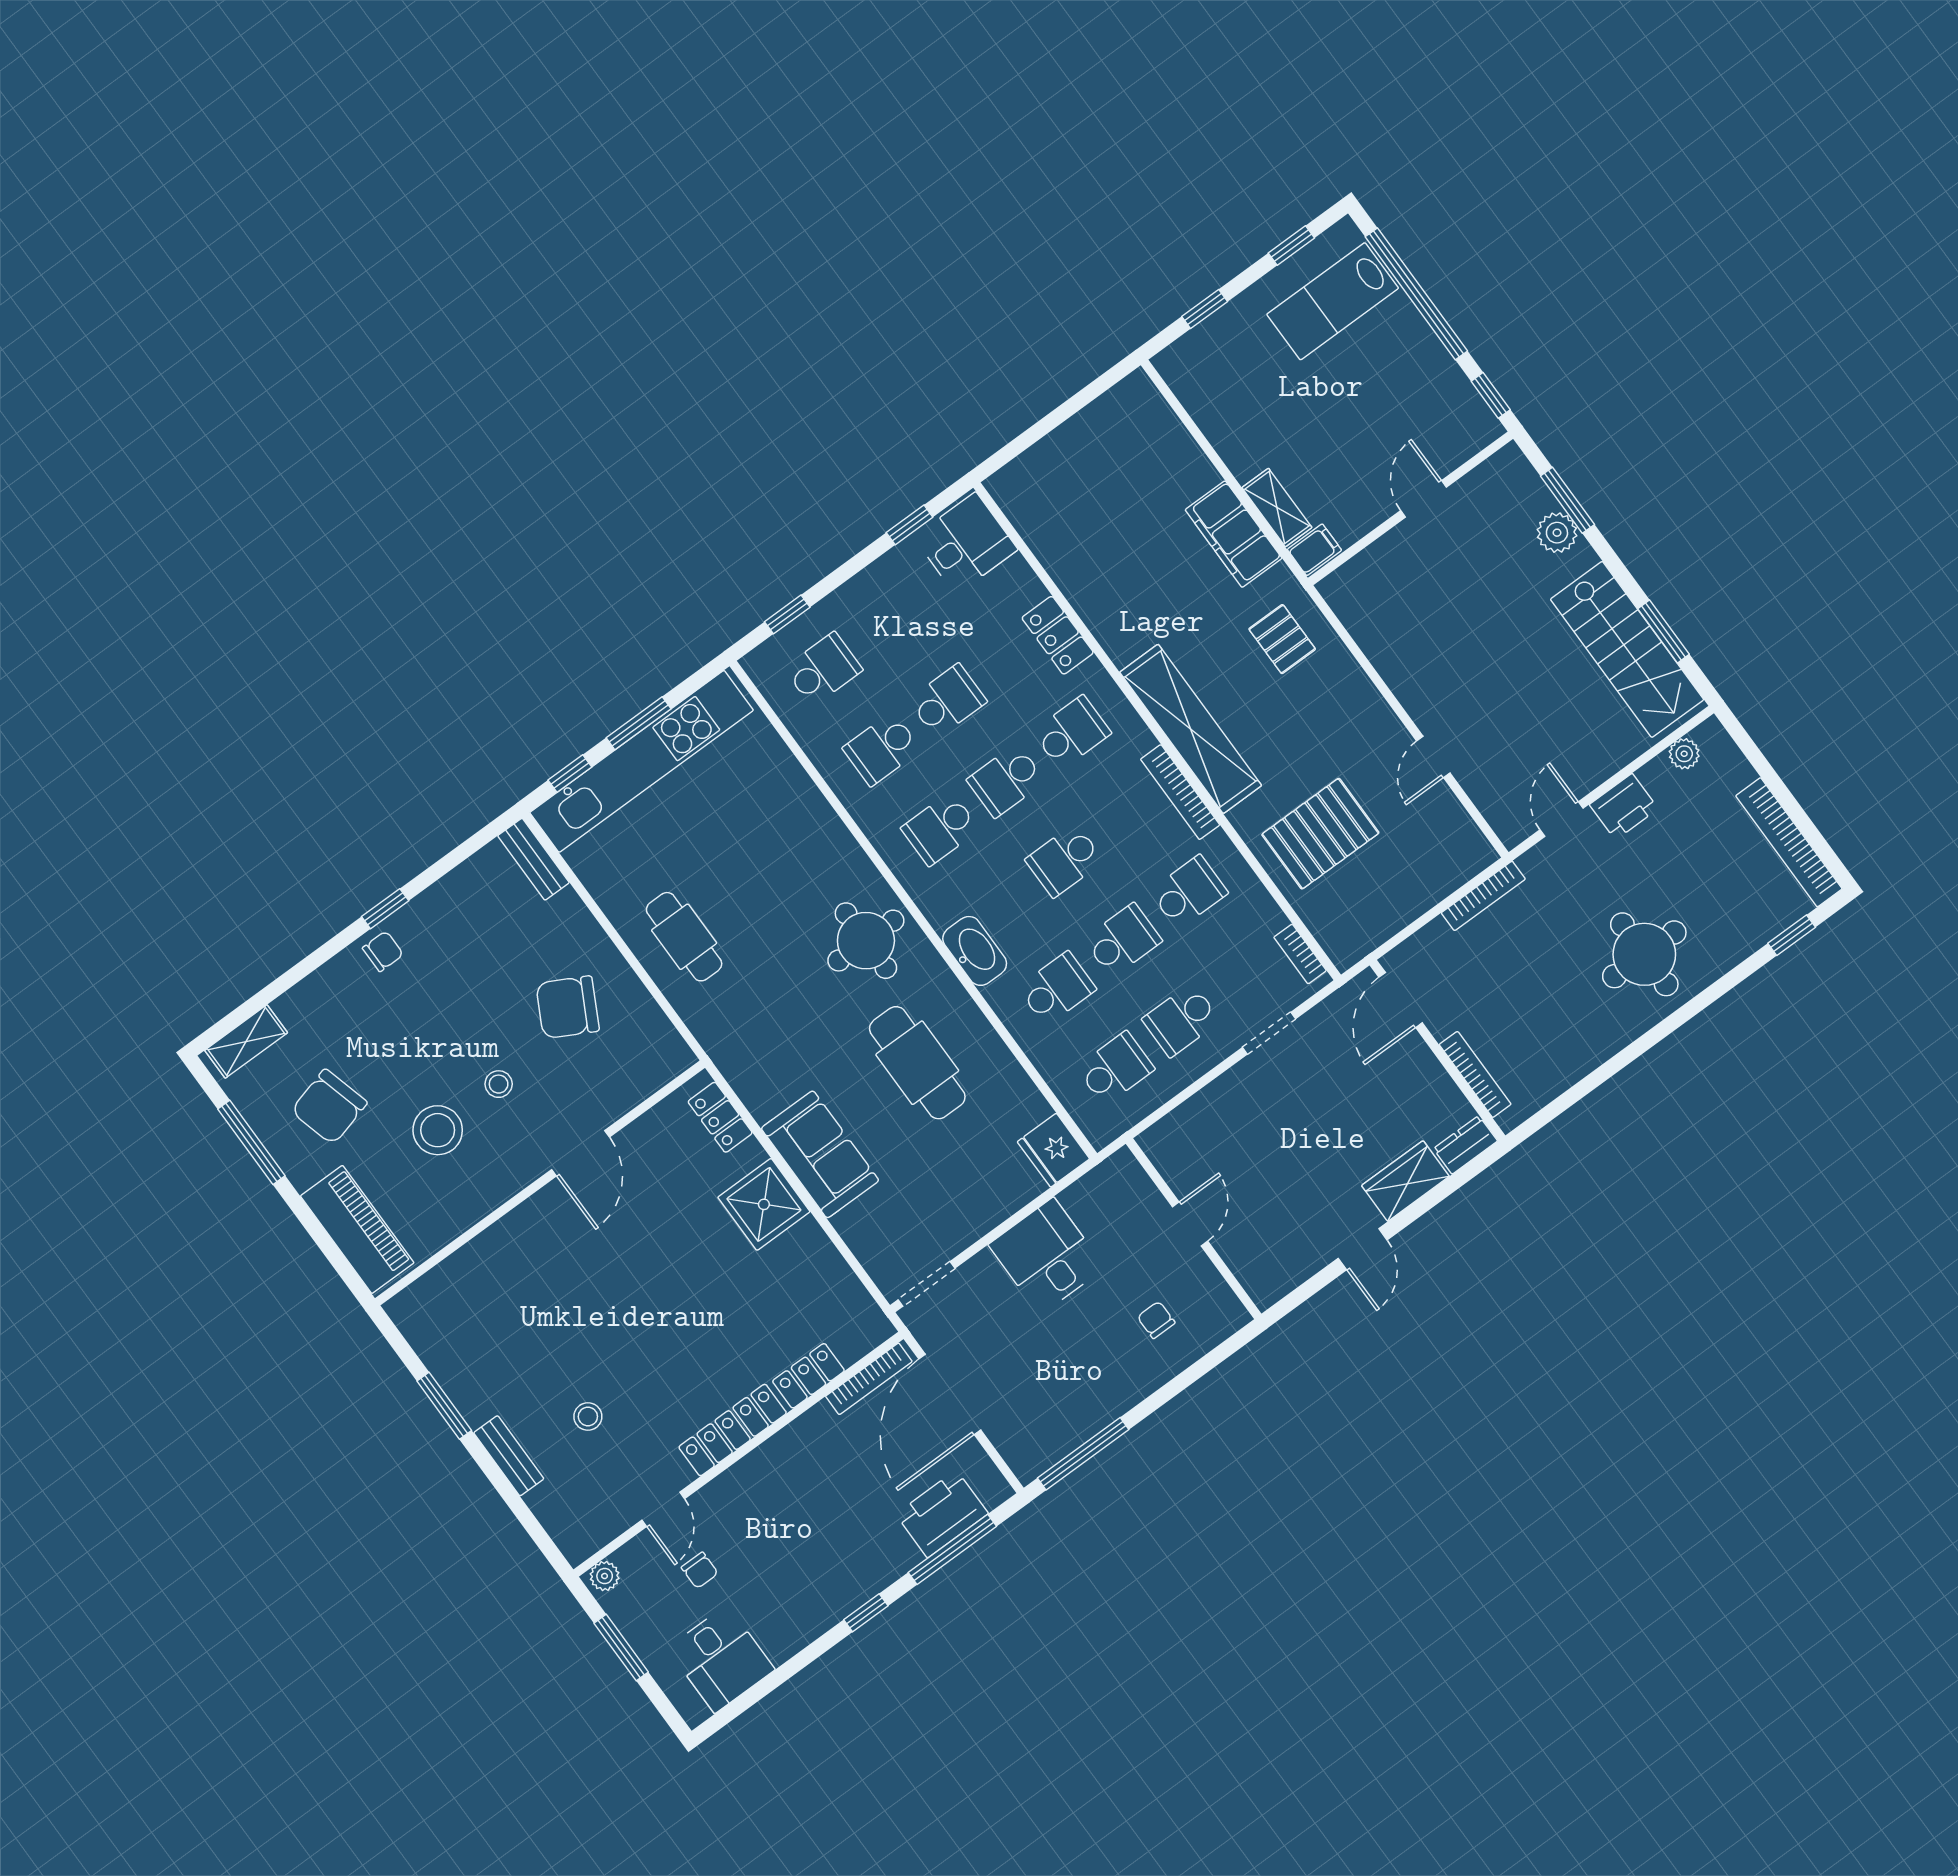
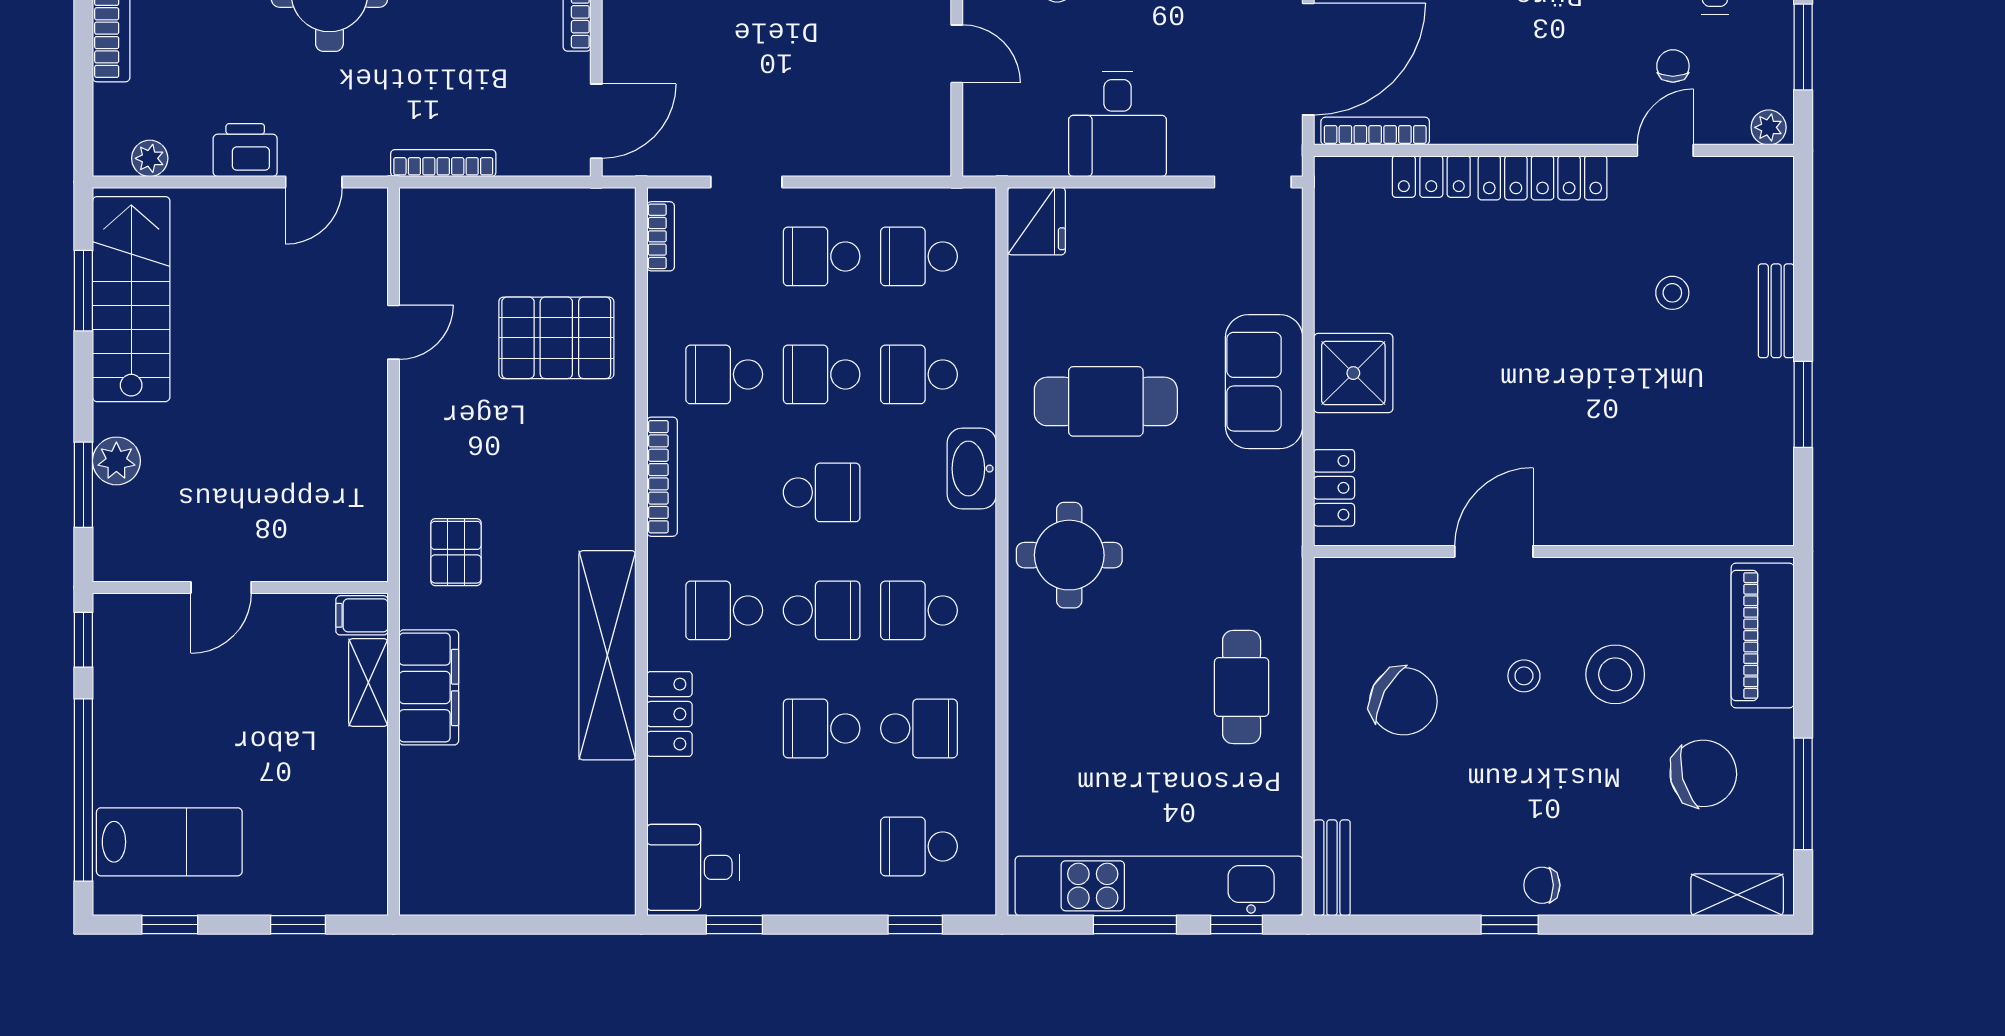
shelving: (1191, 729) -> (607, 655), moved
school desk: (940, 829) -> (919, 610), turned 180
school desk: (1181, 1020) -> (822, 256), turned 180
cafe table: (917, 1063) -> (1106, 401), turned 90
door: (1190, 1224) -> (957, 54), swing flipped

